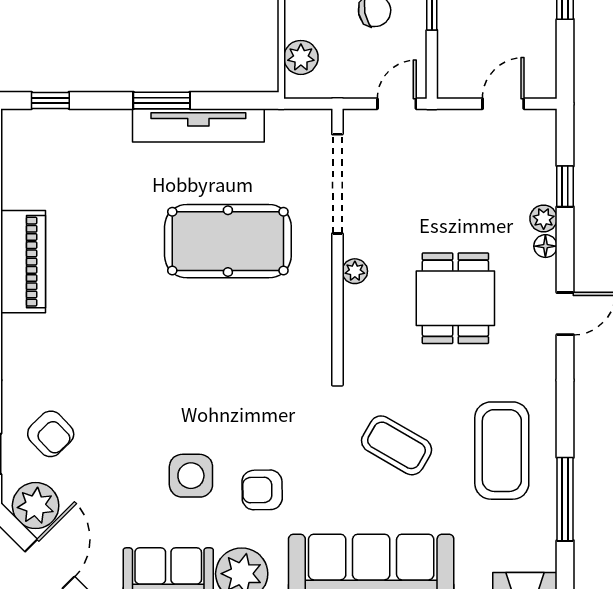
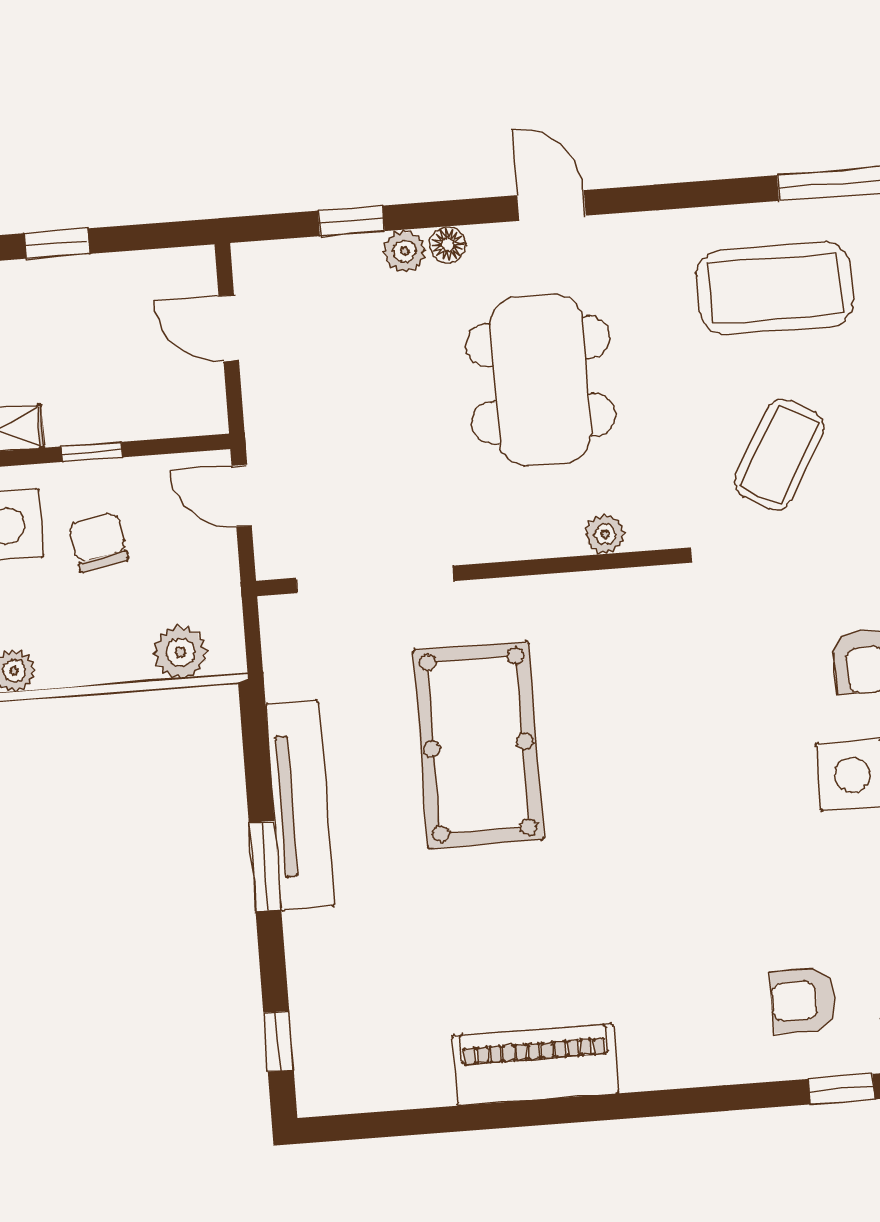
plant: (355, 271) -> (605, 534), moved
dining table: (455, 298) -> (541, 380), width x1.37
armchair: (51, 434) -> (803, 1000), turned -136

